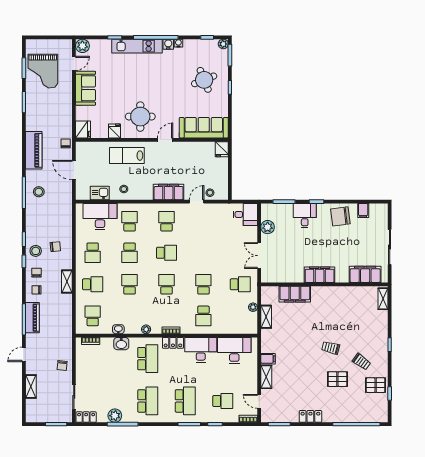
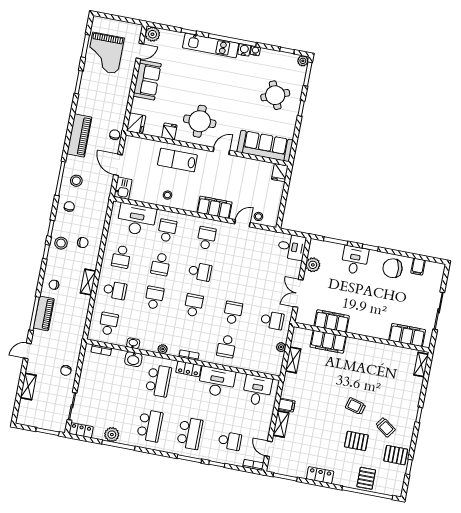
kitchen sink: (100, 193) -> (123, 188), moved, turned 90
chair: (36, 273) -> (69, 206), moved
filing cabinet: (320, 275) -> (332, 321), moved
desk: (234, 350) -> (257, 390), width x0.73
pallet: (353, 411) -> (366, 478), added

